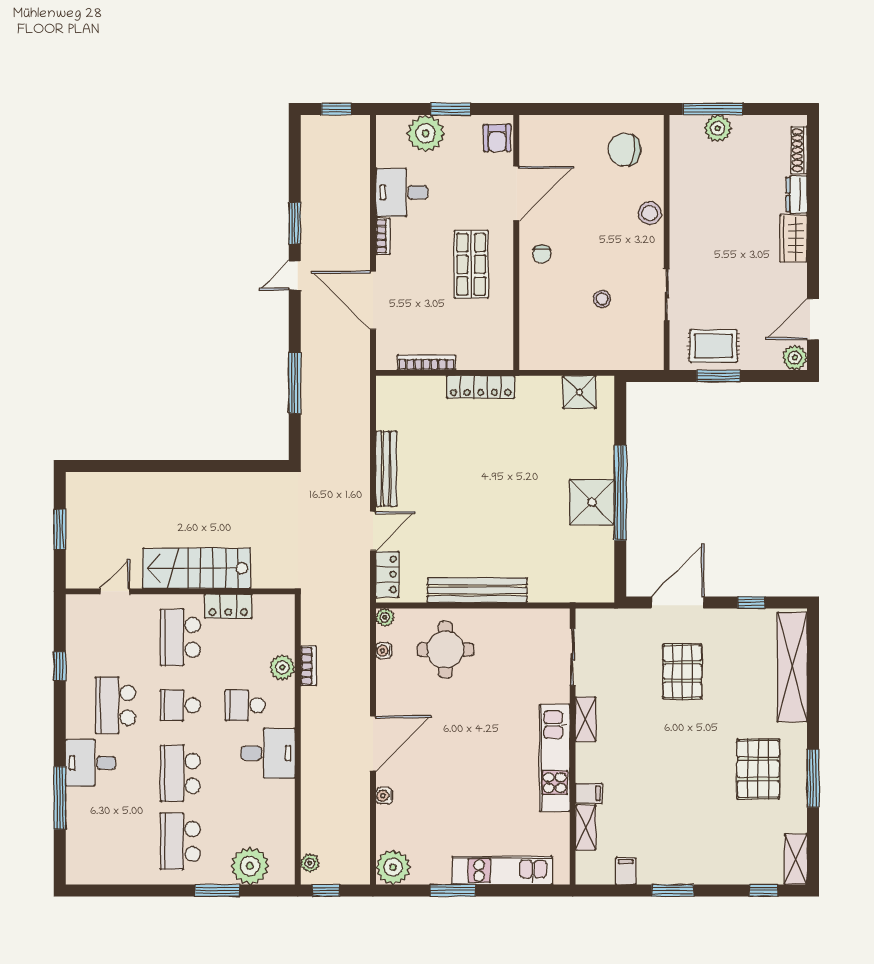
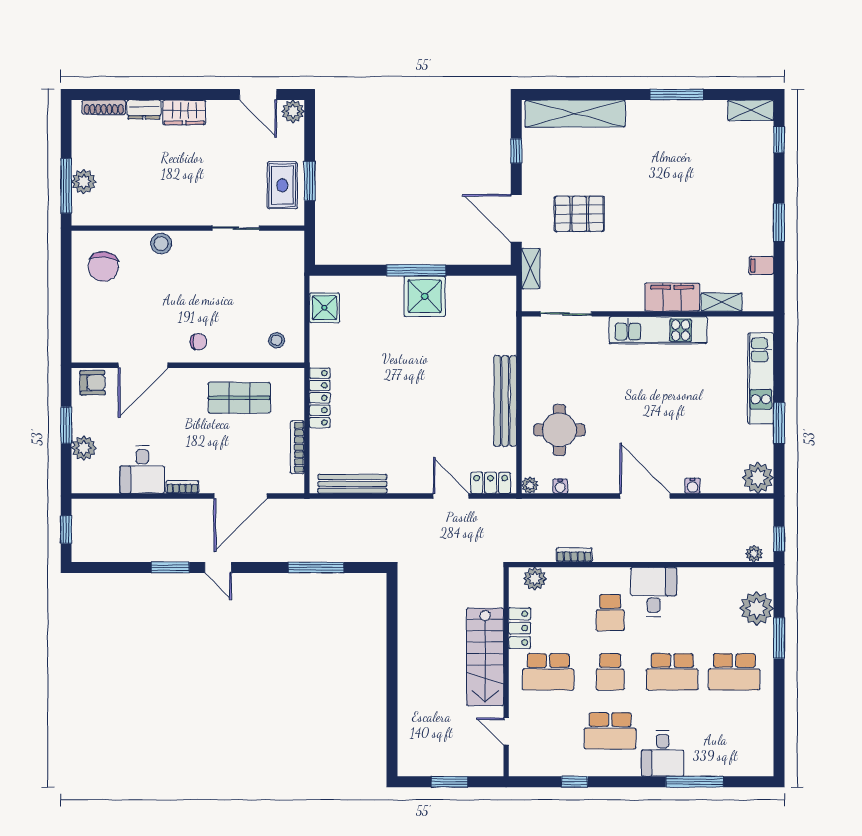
plant: (426, 133) -> (84, 448), width x0.73, depth x0.73
door: (516, 193) -> (143, 365), swing flipped
shop shelf: (471, 264) -> (239, 398), moved
stool: (602, 299) -> (276, 340), moved
bench: (386, 469) -> (352, 484), moved
window: (620, 493) -> (416, 270), width x0.68
plant: (282, 667) -> (535, 579), moved
shelving: (586, 719) -> (531, 269), moved, turned 90
pallet: (758, 769) -> (668, 145), removed
filing cabinet: (589, 793) -> (672, 297), width x3.00, depth x1.17

